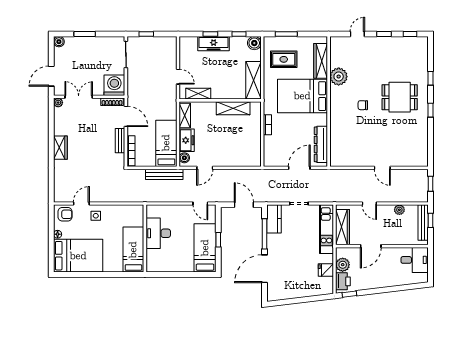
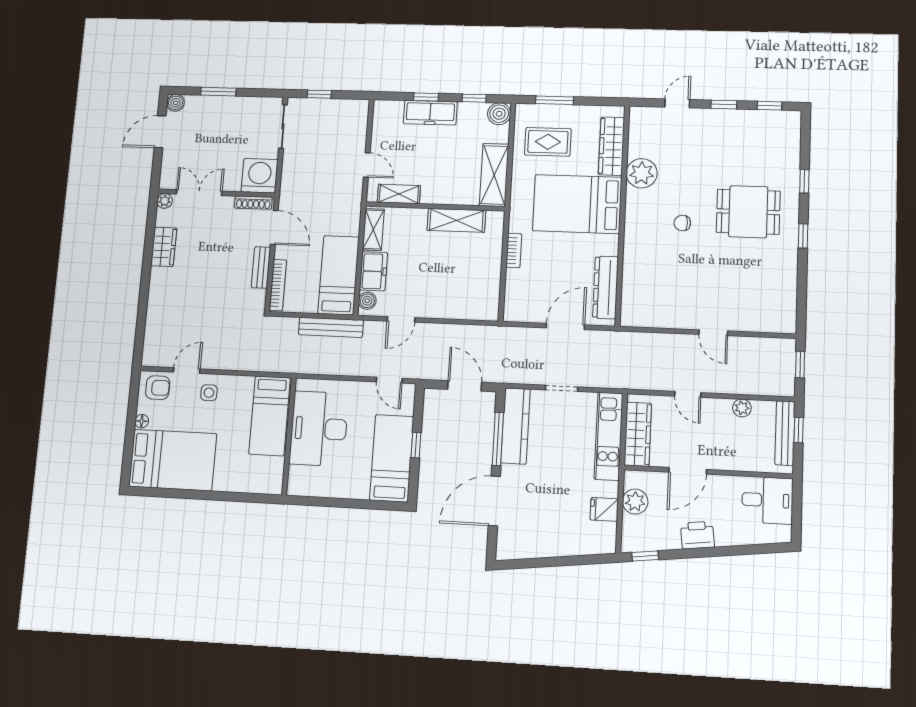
door: (51, 76) -> (160, 132), moved
wardrobe: (60, 148) -> (164, 247), moved
kitchen counter: (274, 219) -> (515, 426), width x1.50
desk: (158, 233) -> (319, 429), width x1.36, depth x1.30
bed: (133, 250) -> (270, 416), moved, turned 180
printer: (343, 281) -> (697, 535), moved, turned -97

